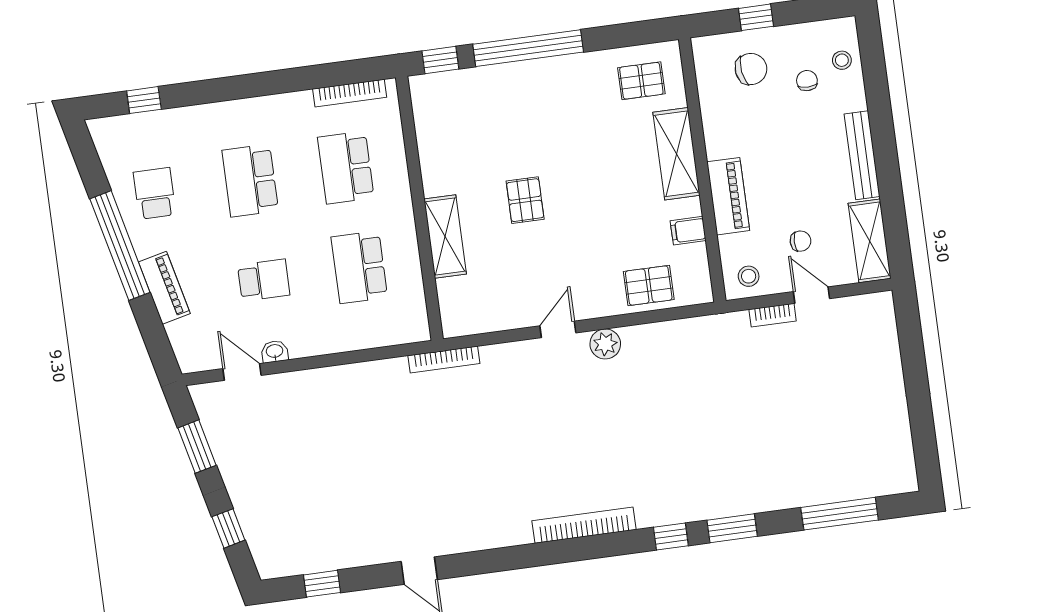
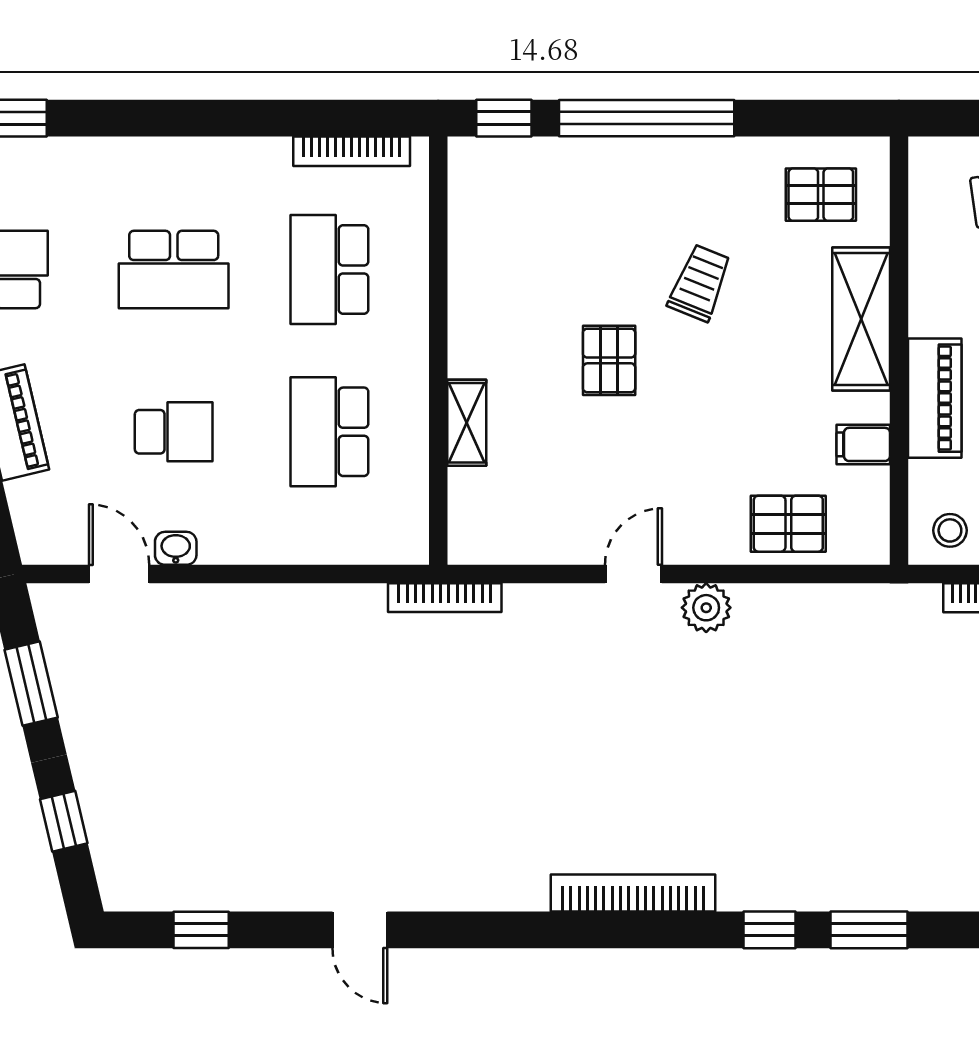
trolley: (574, 145) -> (700, 283), added
school desk: (250, 180) -> (174, 270), turned -90
shelving: (445, 236) -> (467, 423), width x0.67, depth x0.75

